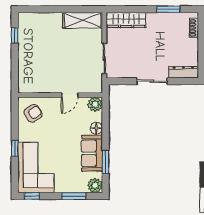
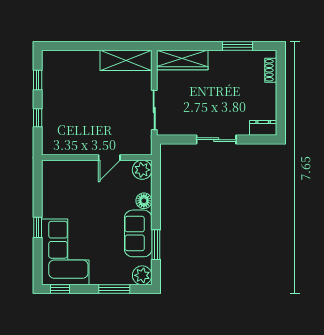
window: (15, 64) -> (38, 118), added
dresser: (183, 72) -> (263, 128), width x0.70
armchair: (33, 113) -> (62, 181), removed

